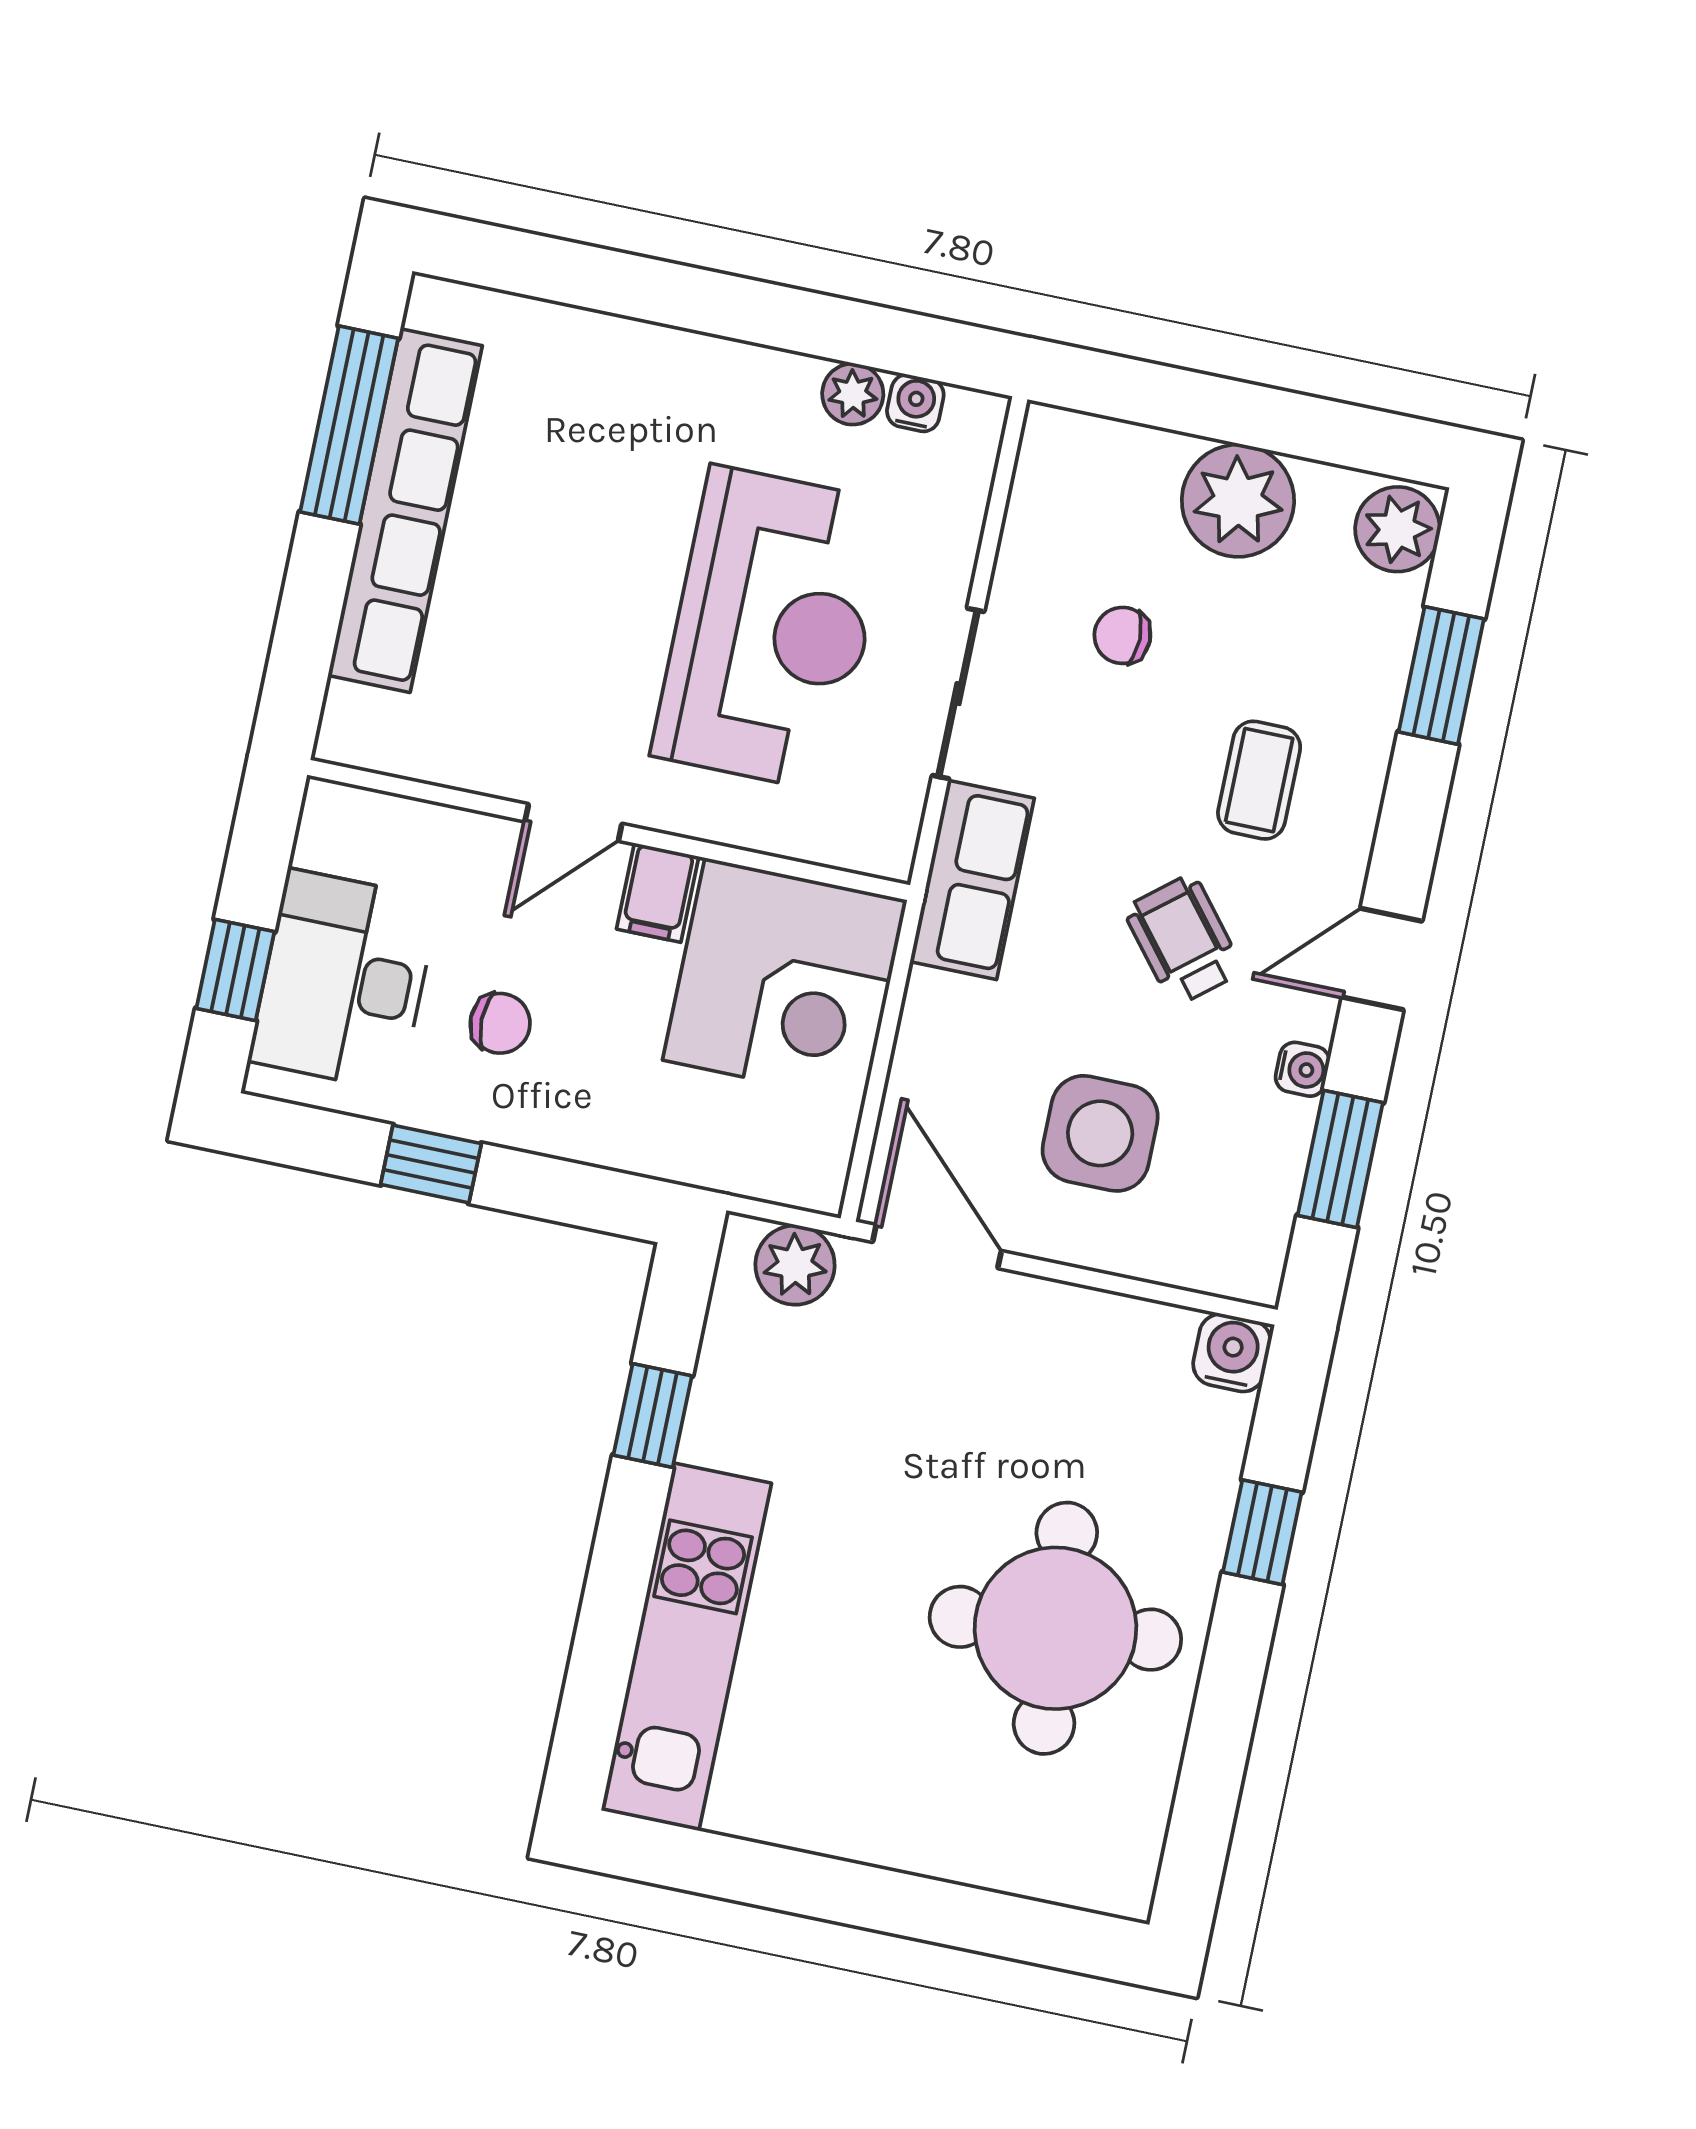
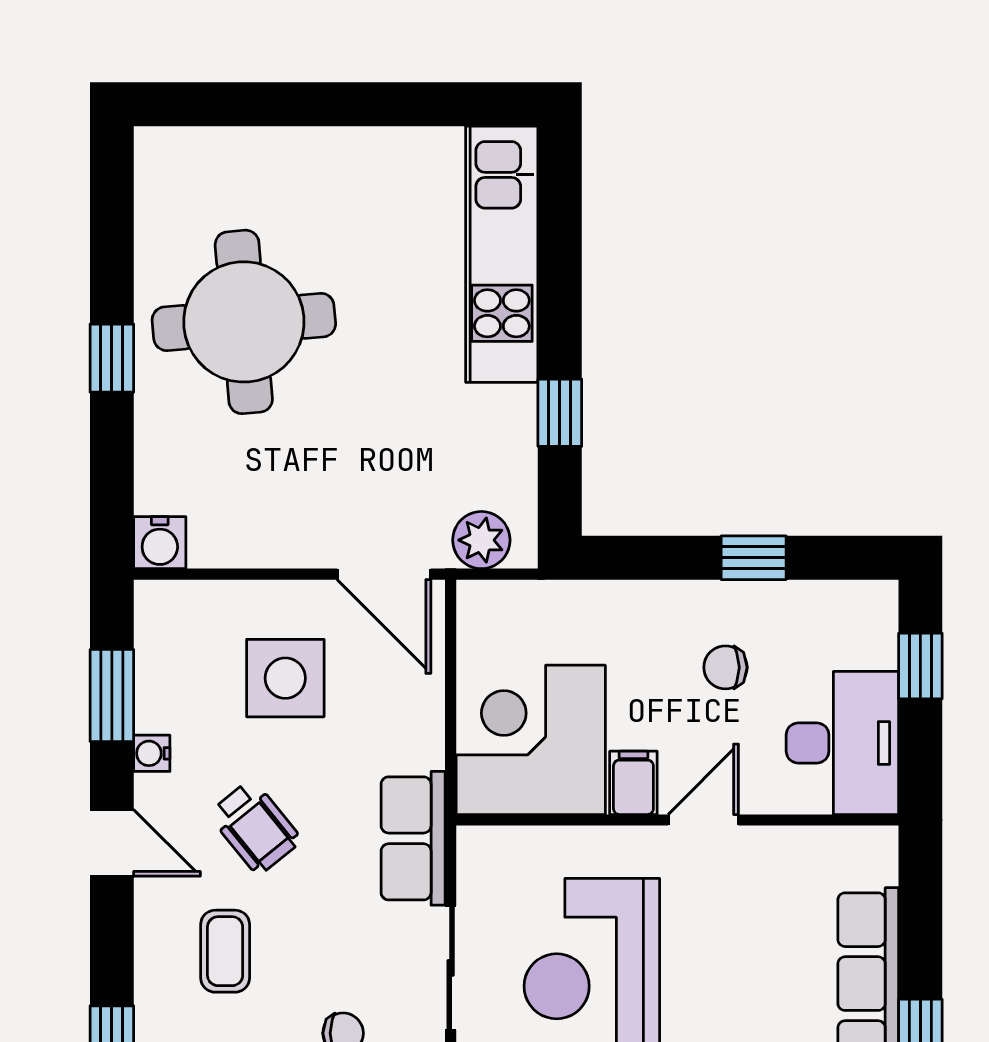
door: (1382, 959) -> (112, 843), hinge flipped
desk: (344, 980) -> (842, 743), moved
window: (1262, 1532) -> (112, 358), moved

